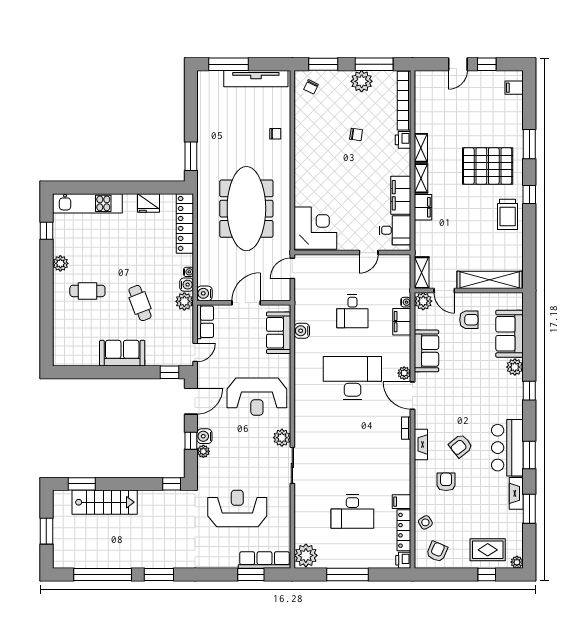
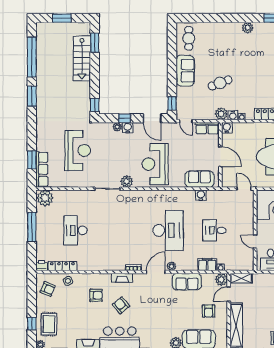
cafe table: (87, 291) -> (189, 38), moved
filing cabinet: (402, 502) -> (82, 264), removed

